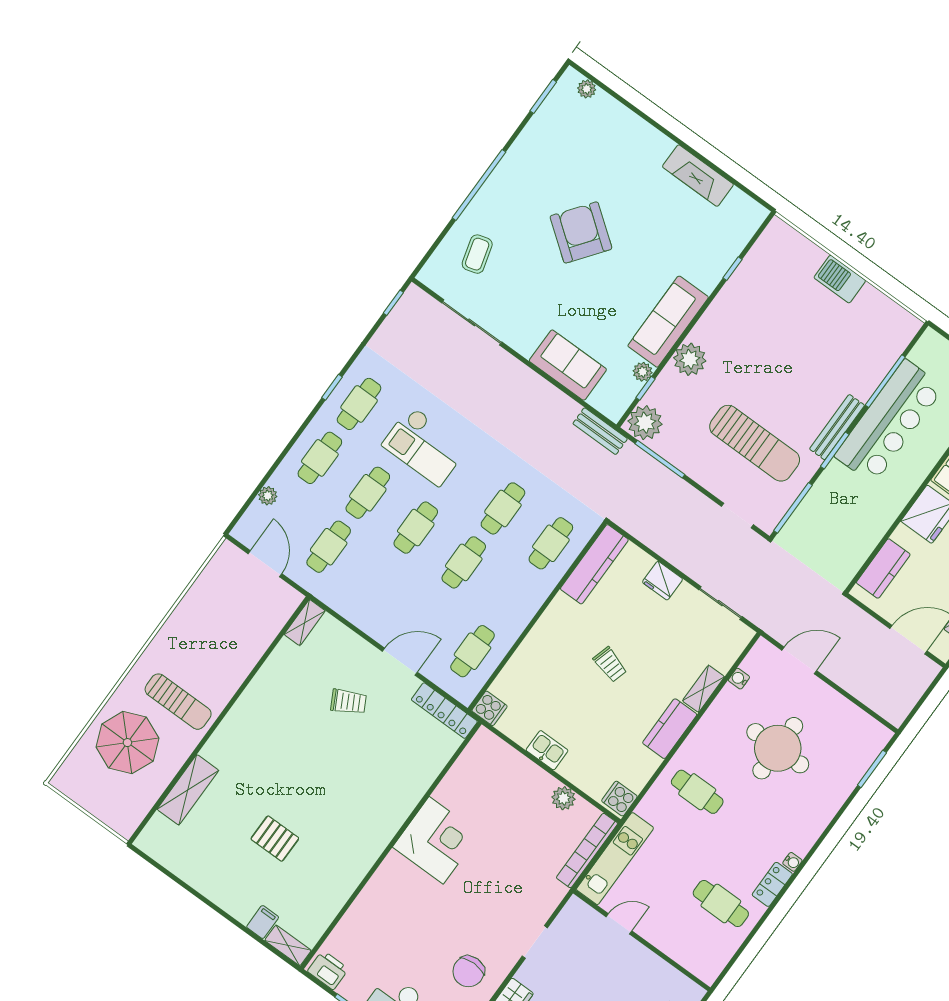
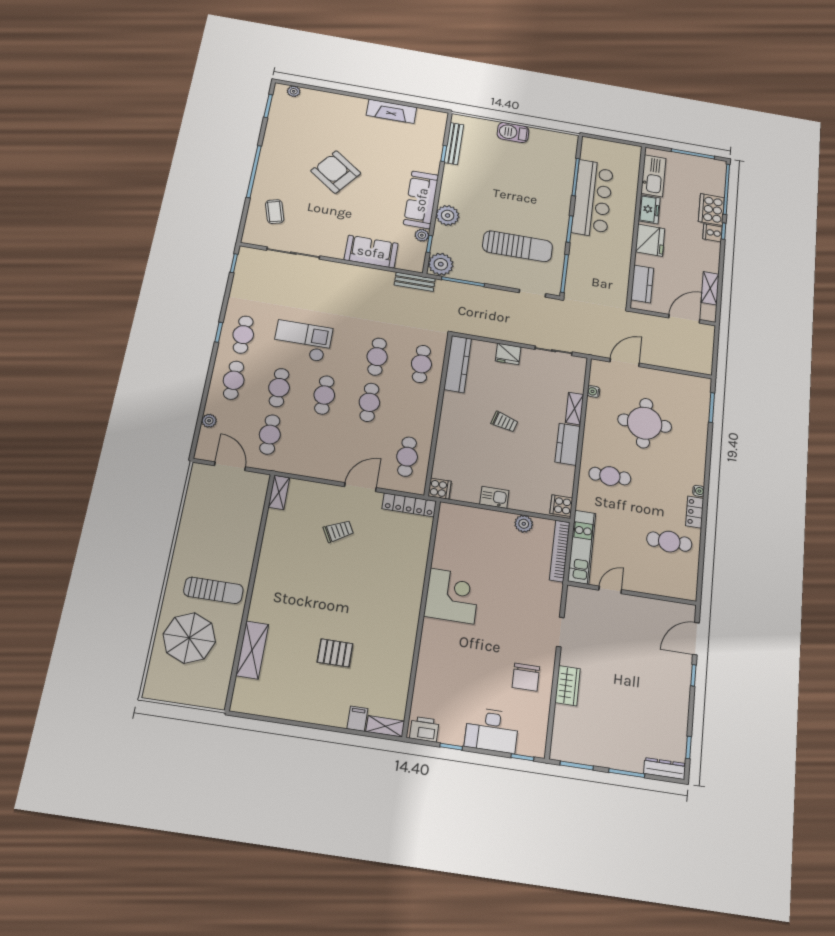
bench: (837, 427) -> (454, 144), moved
checkout: (425, 446) -> (303, 341), turned 180

